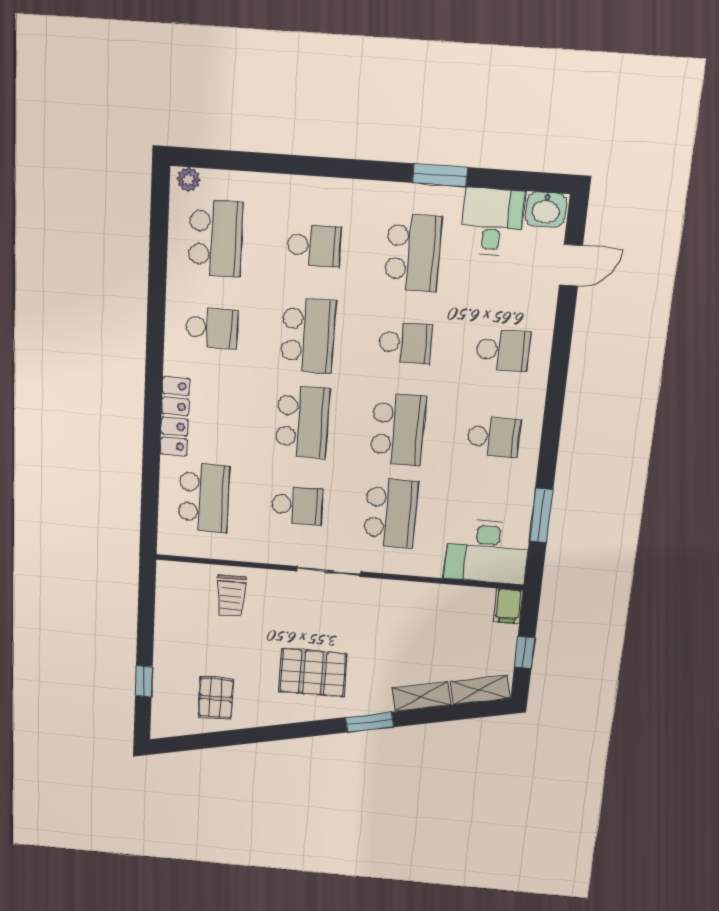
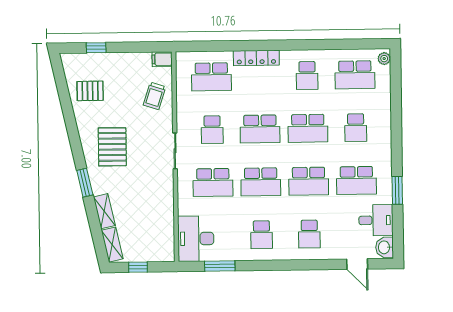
school desk: (405, 343) -> (309, 181), width x1.85
trolley: (231, 596) -> (154, 96), turned -72
filing cabinet: (508, 606) -> (162, 59), moved

